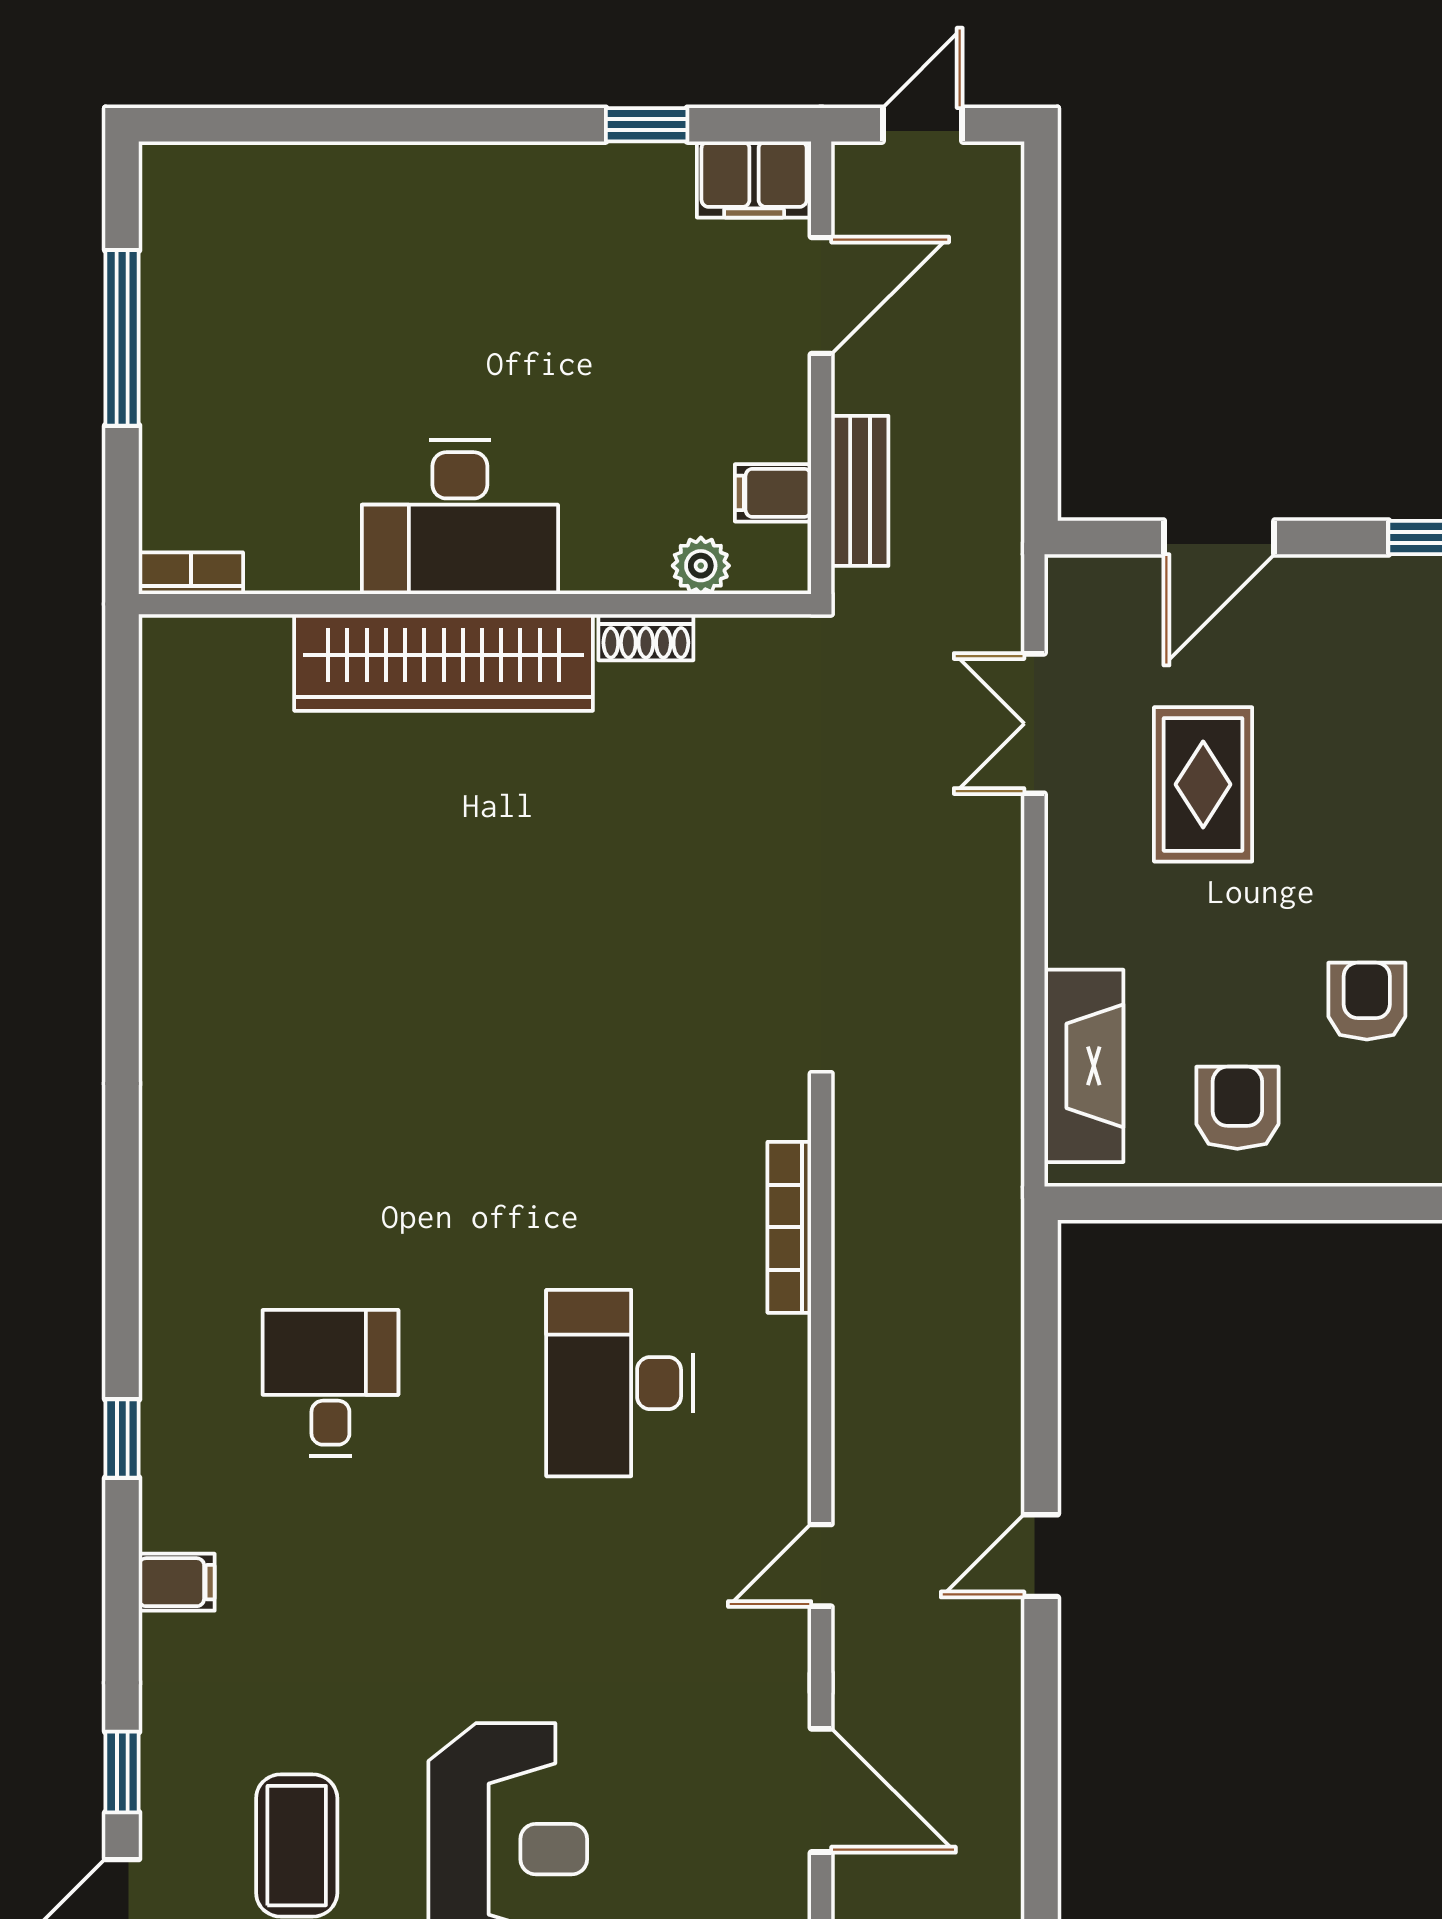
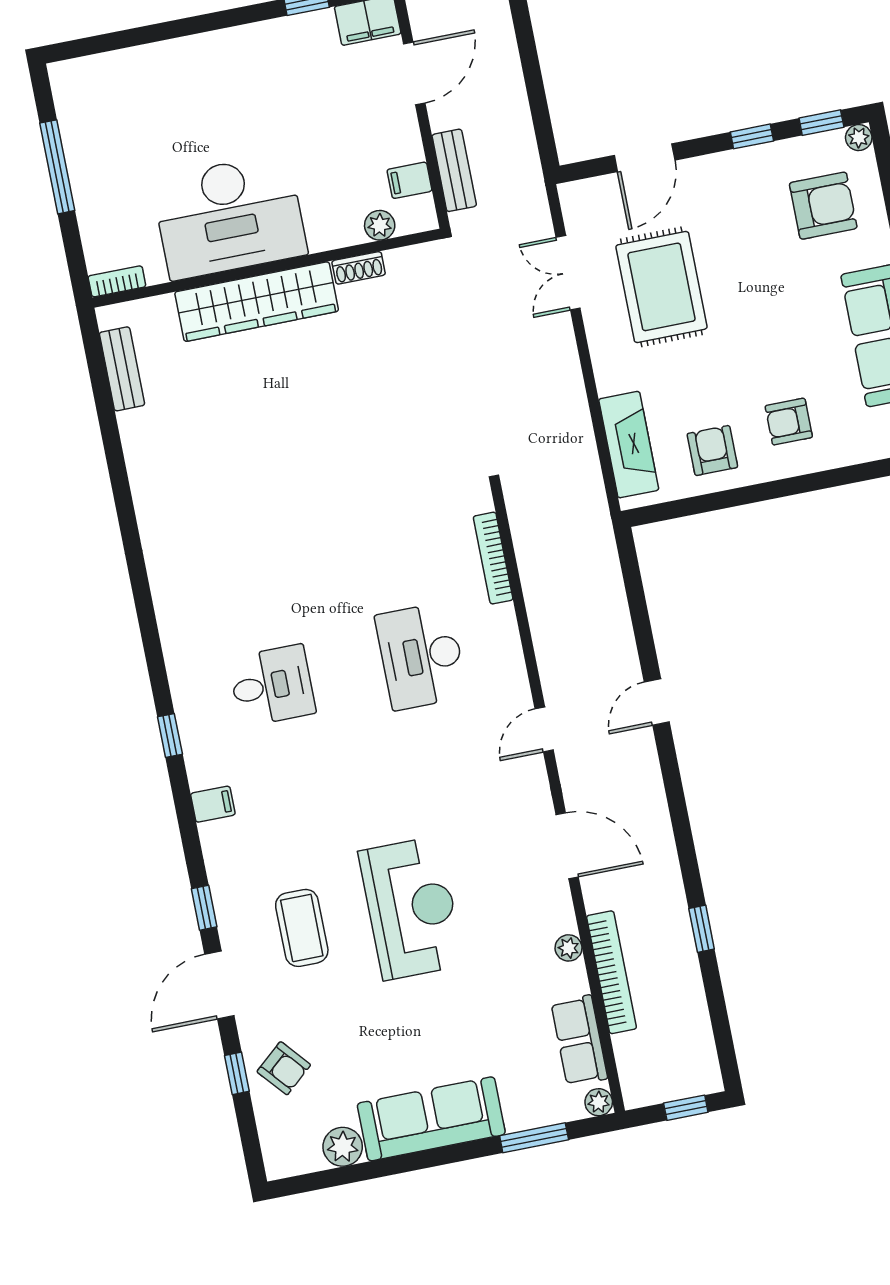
desk: (460, 517) -> (229, 216), width x1.36, depth x1.30
bench: (168, 738) -> (122, 369), added
rug: (1203, 784) -> (662, 287), width x1.36, depth x1.43
armchair: (1367, 1001) -> (789, 422), moved, turned -90
desk: (330, 1383) -> (272, 686), turned 90

